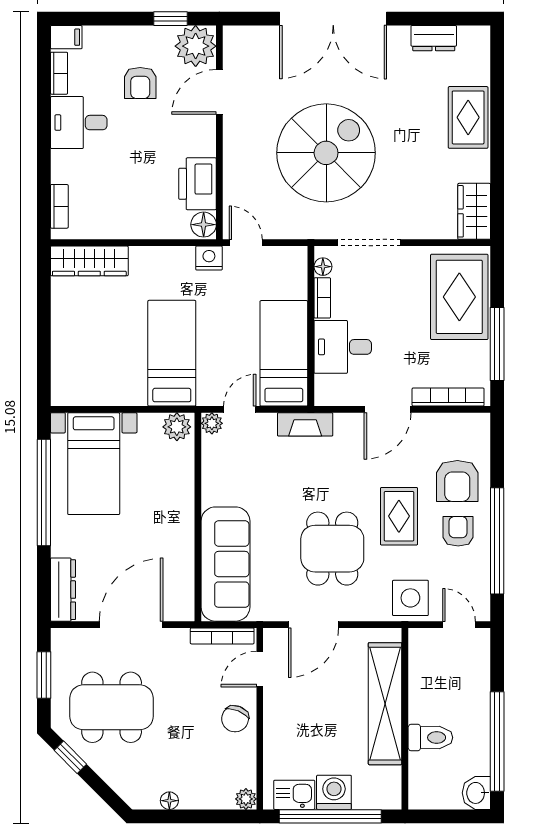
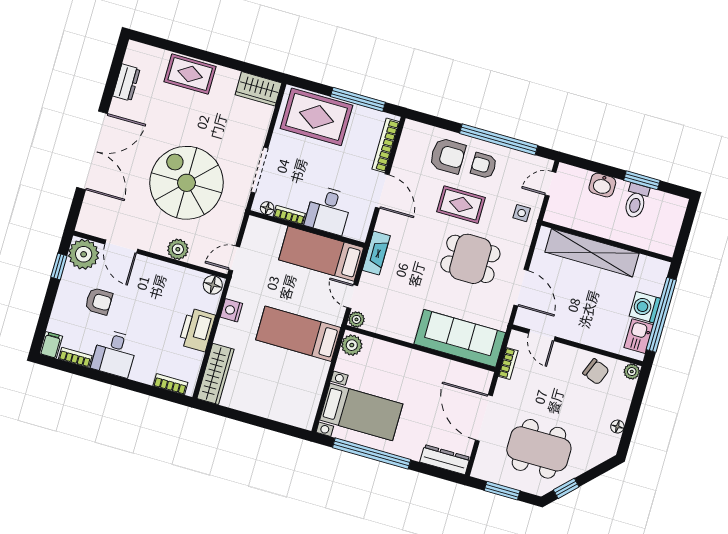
plant: (237, 166) -> (178, 249), added
printer: (197, 184) -> (197, 330), moved, turned 90
nightstand: (209, 258) -> (231, 310), moved
side table: (410, 598) -> (522, 213), width x0.54, depth x0.54
bookcase: (222, 636) -> (508, 363), width x0.64
dining table: (112, 707) -> (539, 449), turned 90
chair: (235, 719) -> (596, 372), moved
toilet: (430, 738) -> (636, 201), moved, turned 180
window: (497, 742) -> (642, 180), width x0.47
washbasin: (476, 793) -> (602, 185), moved

